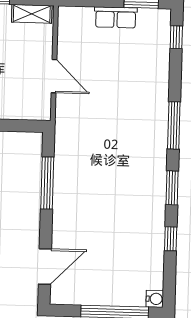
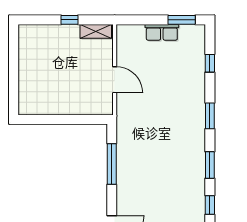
window: (176, 37) -> (210, 63), moved
window: (174, 125) -> (210, 116), width x0.69

